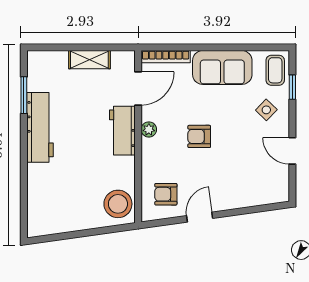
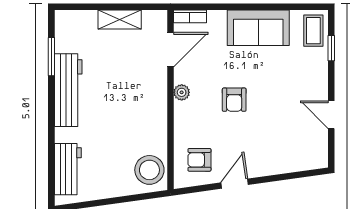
bookcase: (166, 57) -> (190, 16), width x0.64
side table: (266, 110) -> (304, 72), removed
workbench: (122, 131) -> (68, 169), moved, turned 180
armchair: (199, 136) -> (234, 100), turned -90

